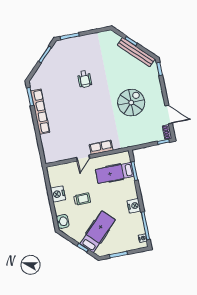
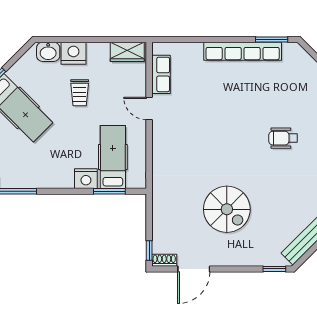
row of seats: (101, 147) -> (161, 74), moved
wardrobe: (54, 177) -> (127, 52), added
nightstand: (58, 194) -> (73, 53), moved
nightstand: (134, 206) -> (86, 179), moved

